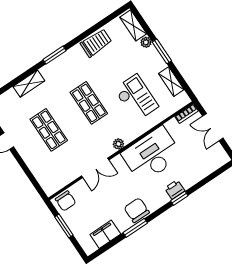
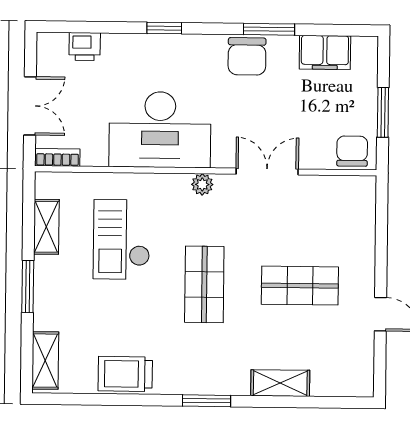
plant: (146, 42) -> (44, 319), removed
shop shelf: (49, 130) -> (300, 286), turned 90
printer: (175, 189) -> (85, 47), moved

